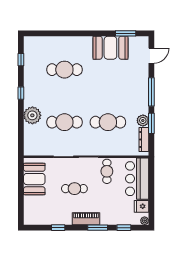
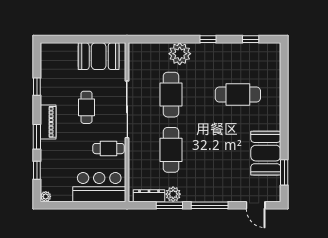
cafe table: (64, 70) -> (238, 95), turned 90
fridge: (142, 206) -> (64, 193), removed

